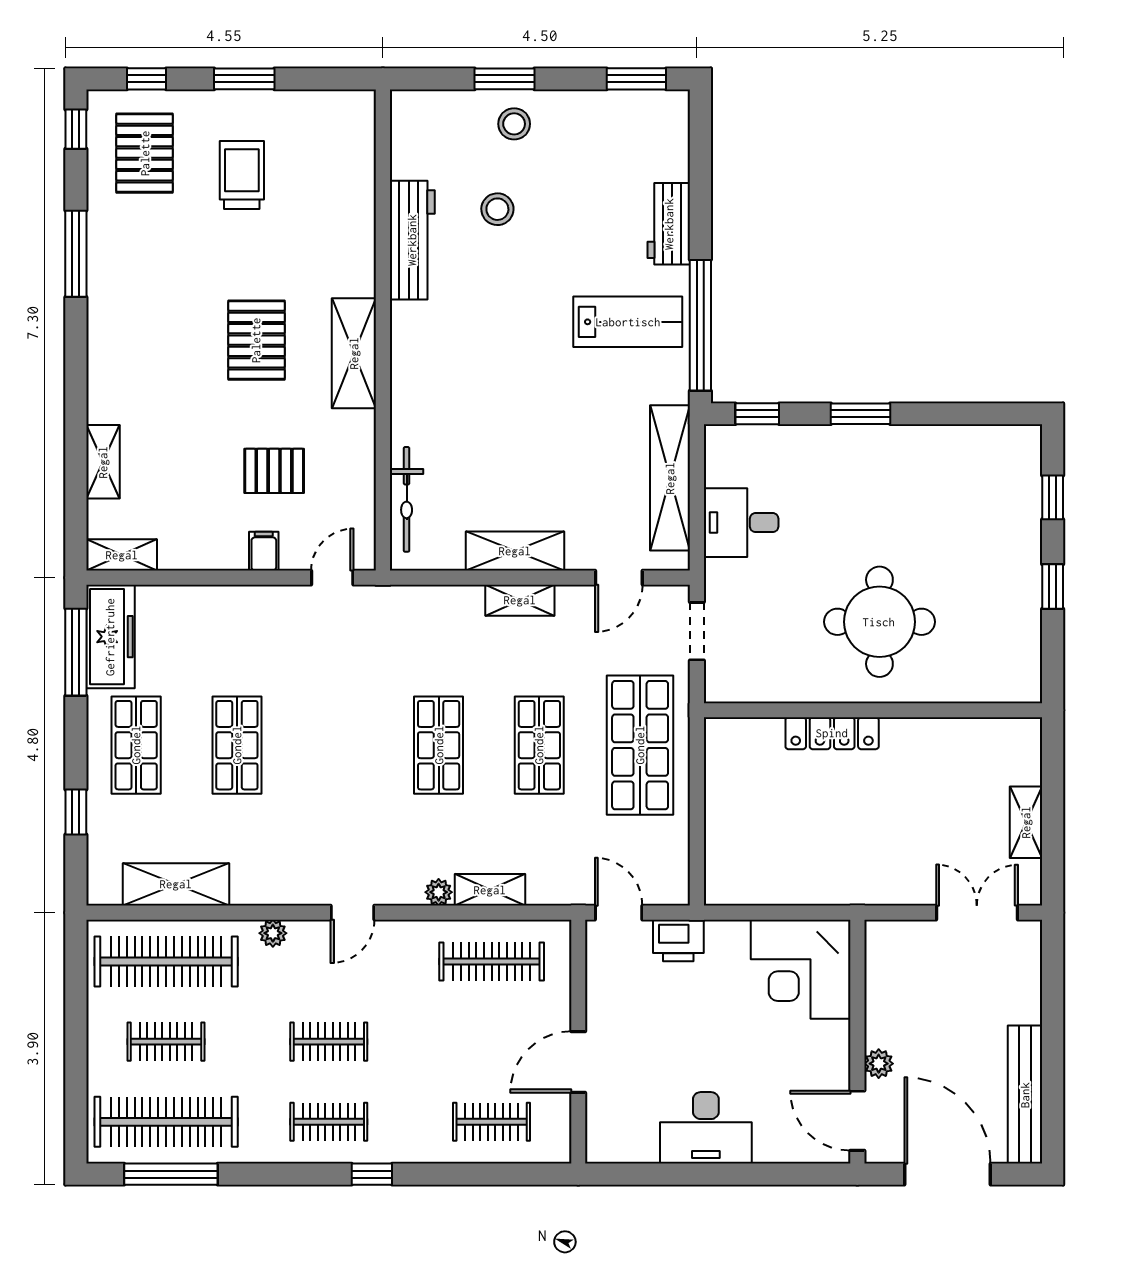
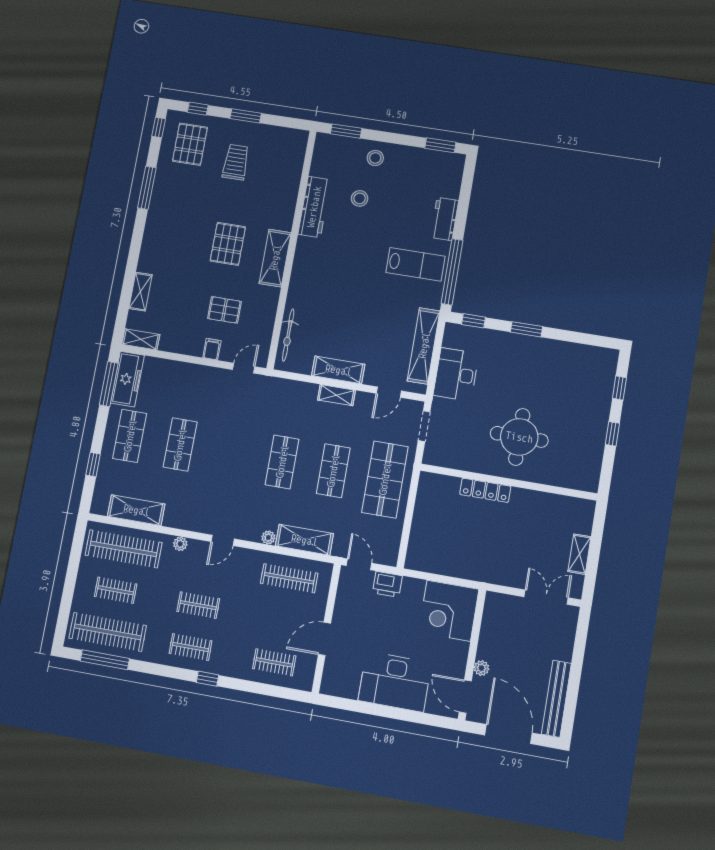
window: (504, 79) -> (346, 131), moved
desk: (741, 523) -> (456, 374), width x1.37
shelving: (490, 890) -> (304, 540), width x1.50, depth x1.33
desk: (706, 1128) -> (395, 682), width x1.36, depth x1.30

